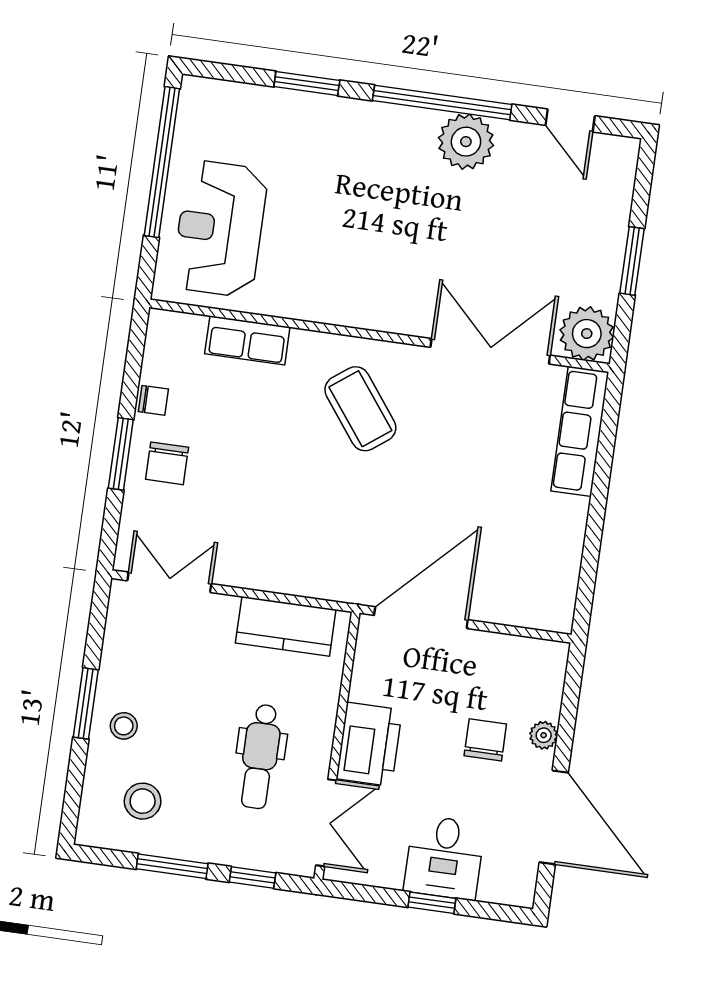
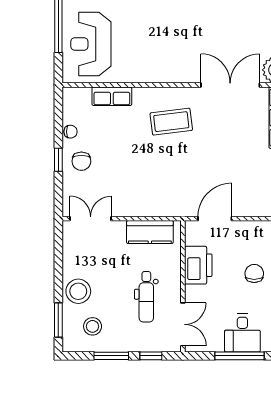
coffee table: (360, 409) -> (171, 122), turned -60
window: (121, 454) -> (58, 160), width x0.67
door: (421, 618) -> (215, 219), width x0.73
window: (86, 703) -> (58, 320), moved
stool: (124, 726) -> (78, 291), width x1.89, depth x1.89
printer: (369, 744) -> (198, 265), moved
window: (432, 903) -> (239, 356), width x2.17

